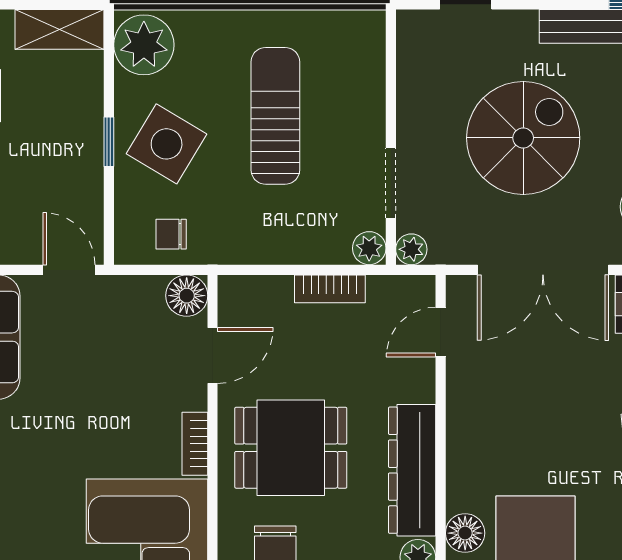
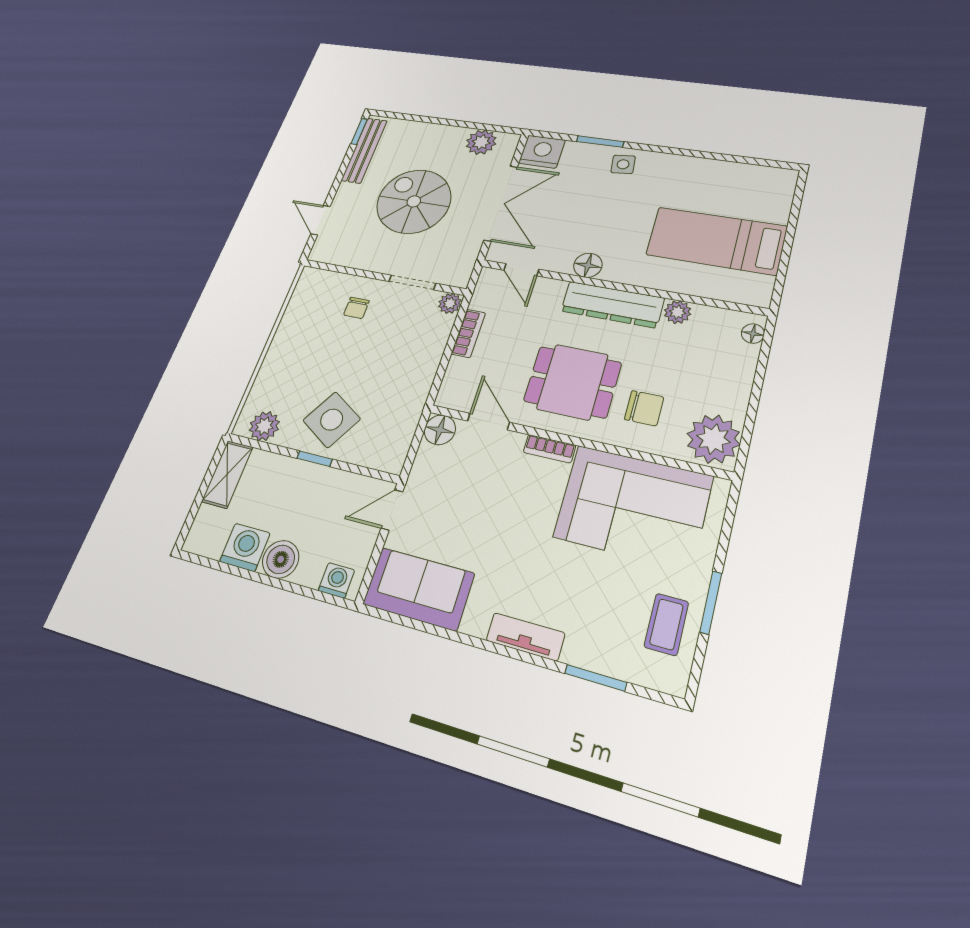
plant: (144, 45) -> (264, 426), width x0.73, depth x0.73
sun lounger: (275, 116) -> (342, 345), removed
chair: (171, 234) -> (356, 308), moved
plant: (411, 249) -> (460, 278), removed
dining table: (291, 448) -> (572, 382), turned 90
floor lamp: (465, 533) -> (588, 265), moved

